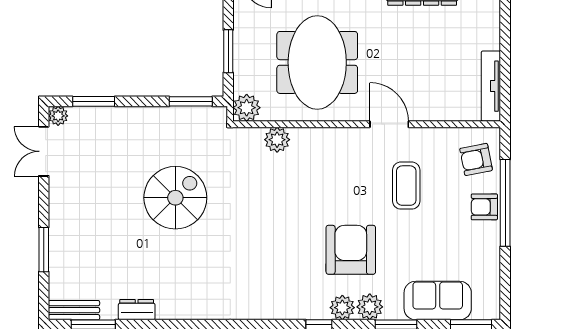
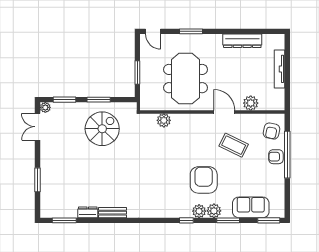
tv unit: (491, 86) -> (280, 69), moved
window: (191, 101) -> (99, 100), moved
plant: (247, 108) -> (251, 103), moved
armchair: (476, 159) -> (272, 131), turned -67
coffee table: (406, 186) -> (234, 145), turned -64
spiral stairs: (175, 198) -> (102, 129), moved
bench: (74, 310) -> (112, 213), moved

